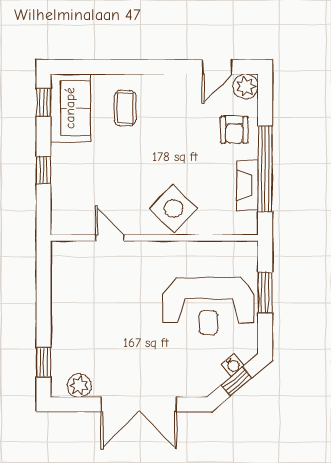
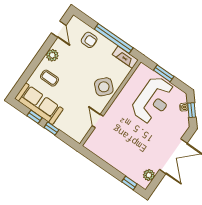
plant: (246, 86) -> (52, 55), moved
window: (44, 103) -> (34, 117), moved
sofa: (70, 108) -> (39, 104), width x1.36
fireplace: (247, 185) -> (125, 57), moved
door: (110, 238) -> (98, 121), hinge flipped

